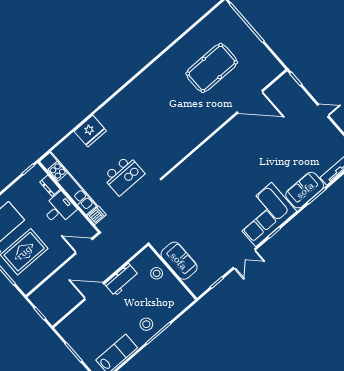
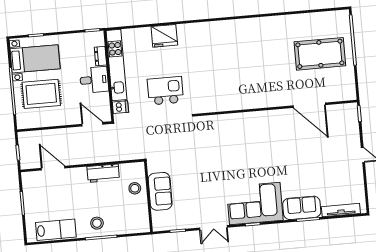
pool table: (212, 68) -> (320, 54), moved
kitchen island: (124, 175) -> (165, 91), turned 180
door: (94, 291) -> (53, 168), moved

